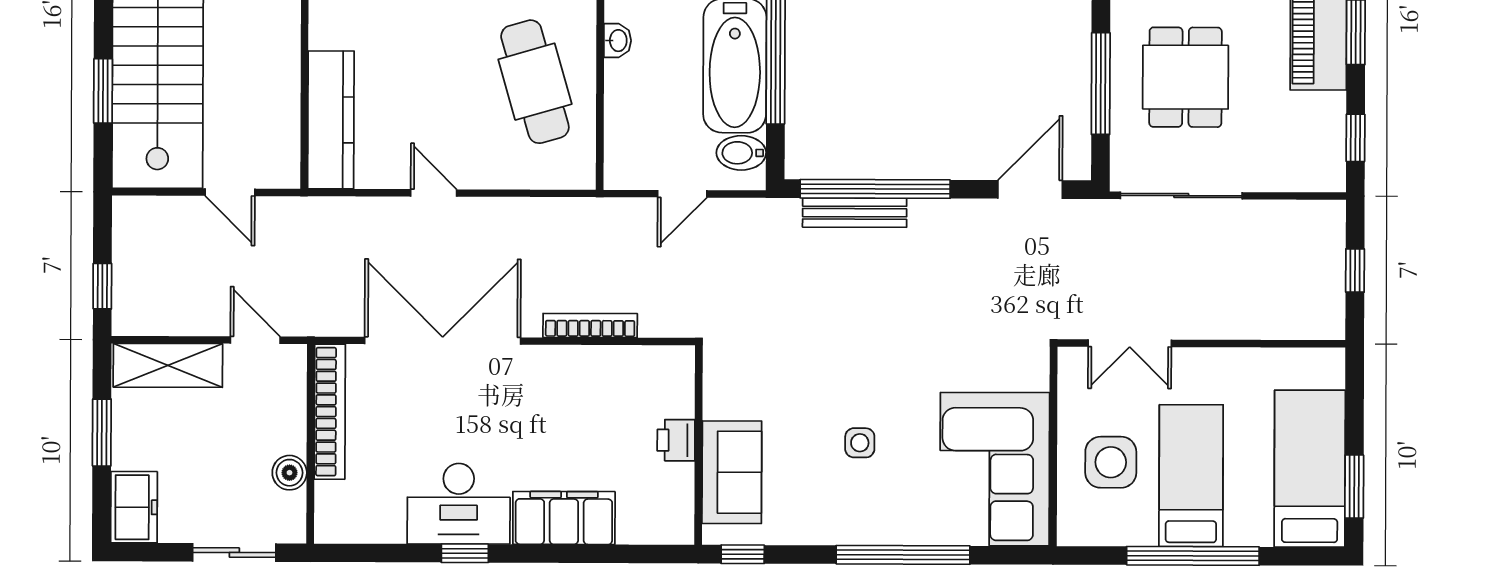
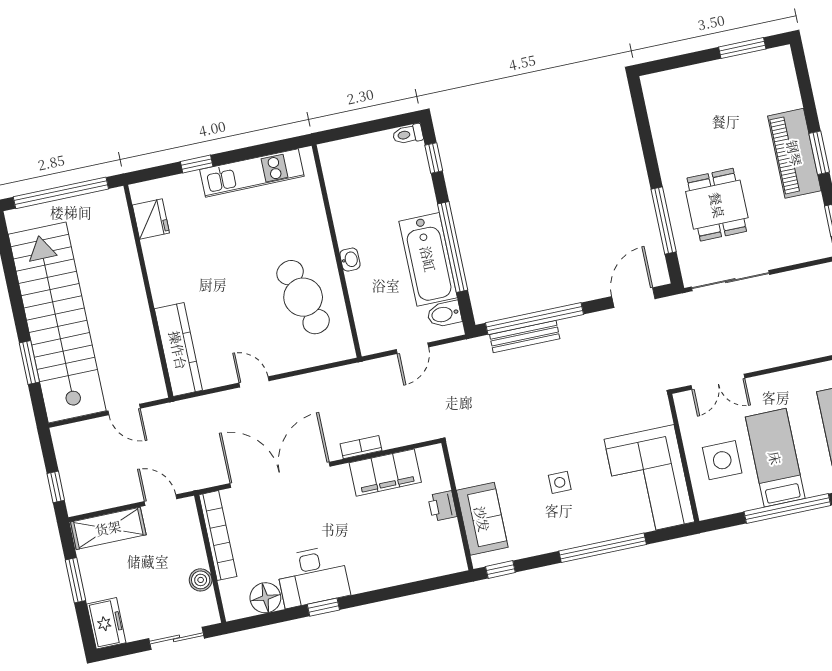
bookcase: (590, 326) -> (361, 447), width x0.64
filing cabinet: (564, 518) -> (385, 473), moved, turned 180
floor lamp: (381, 520) -> (265, 598), added

